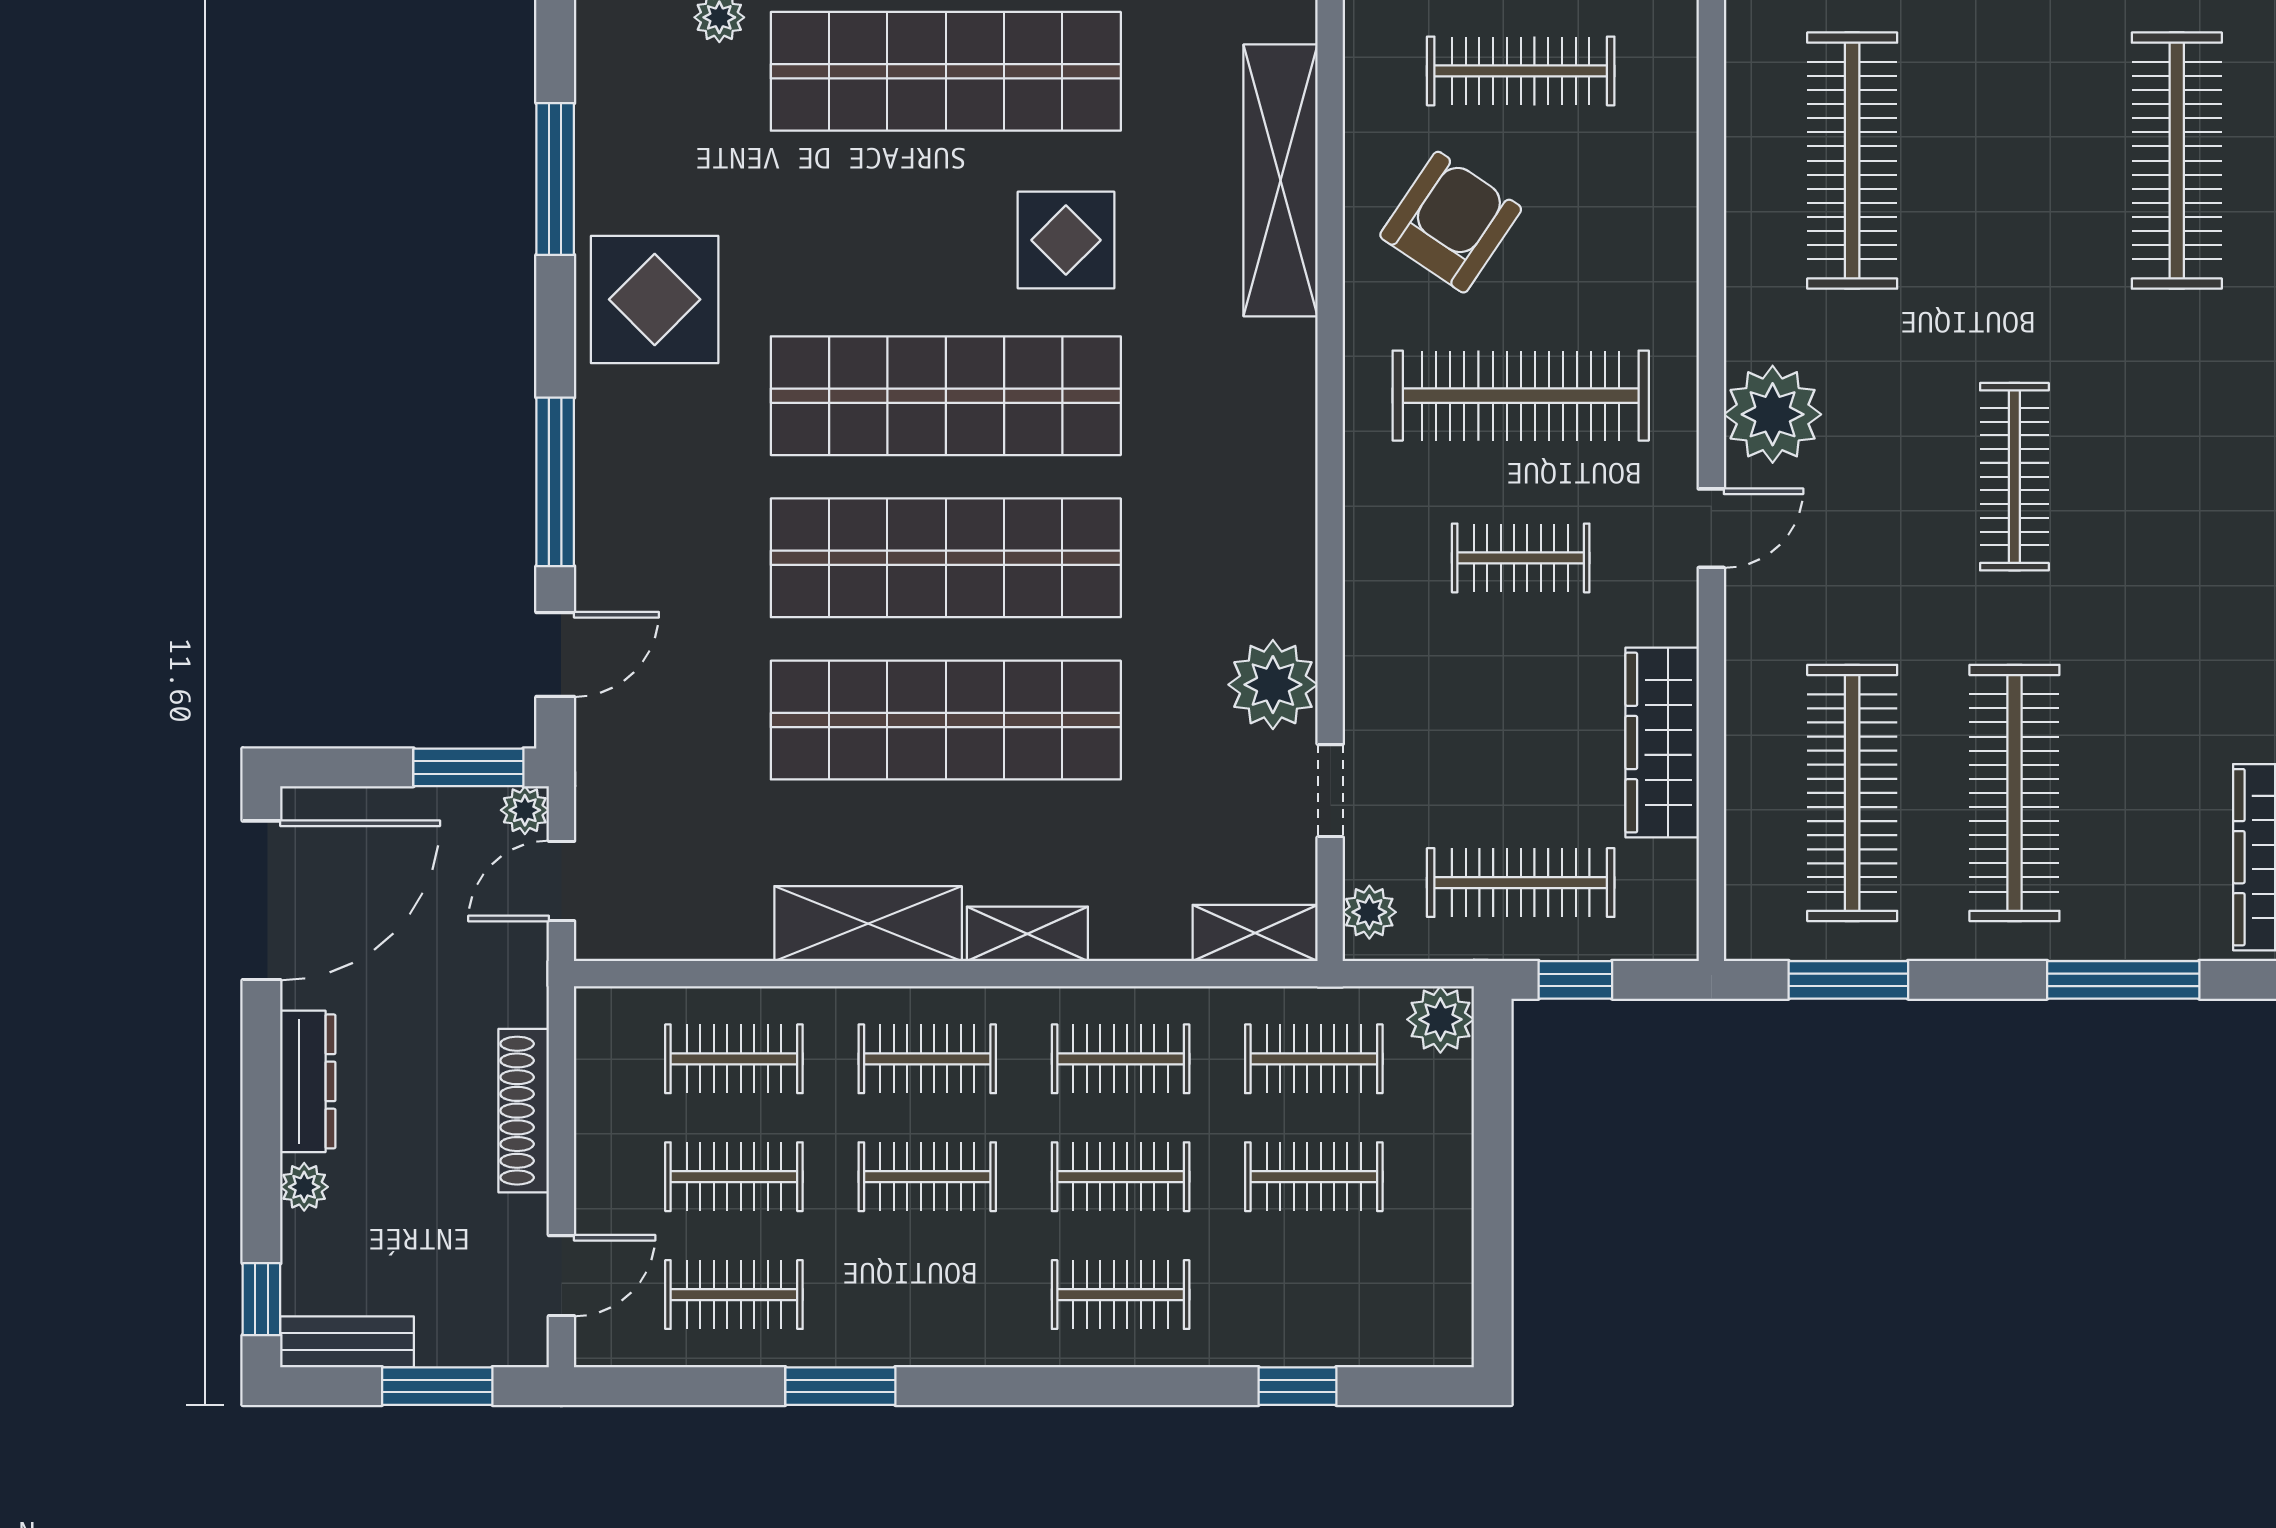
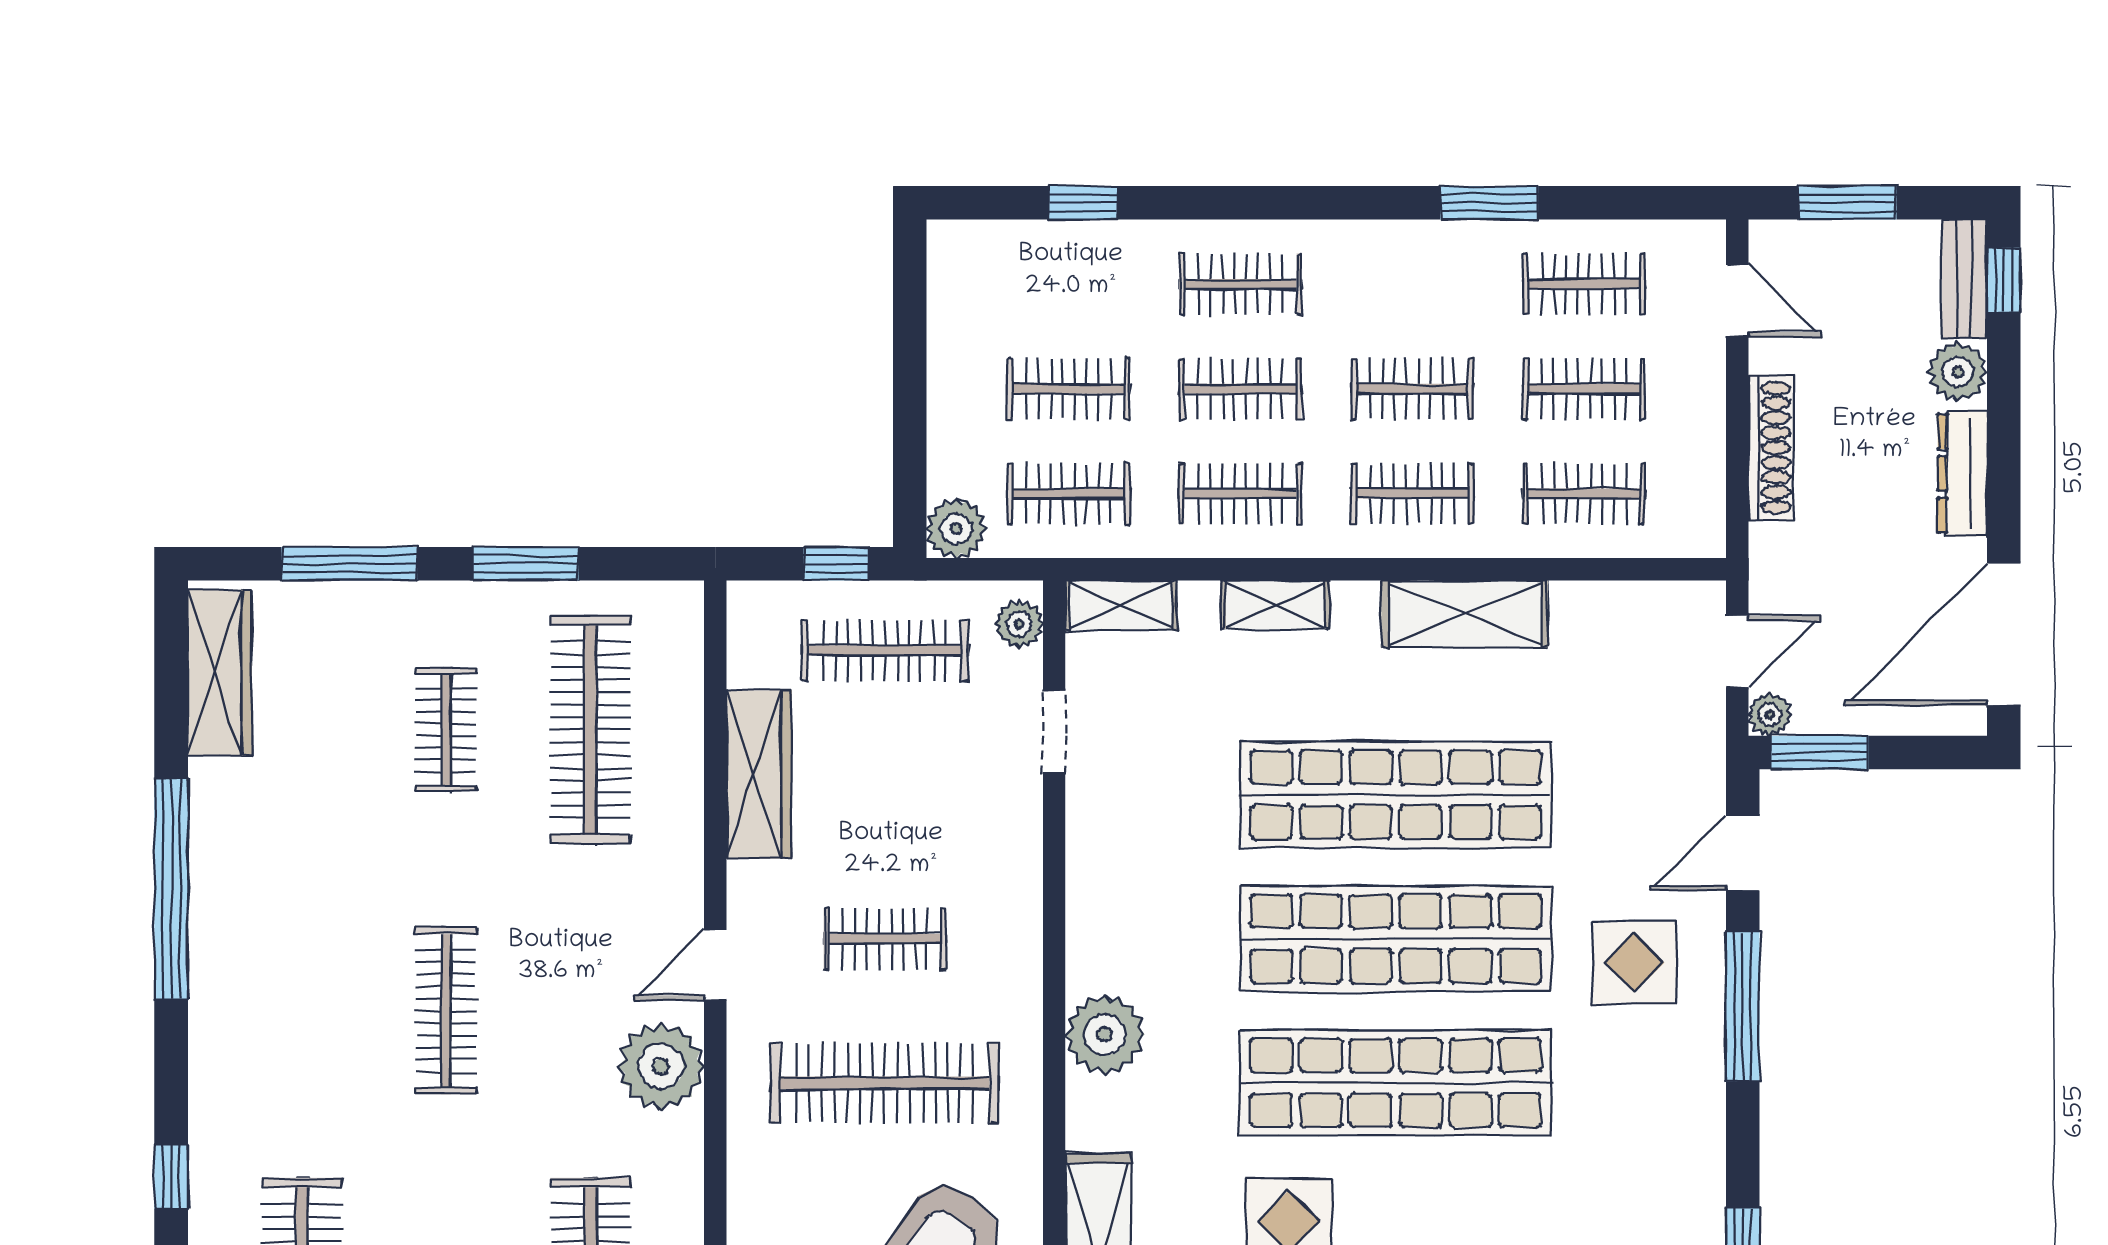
display table: (655, 299) -> (1634, 963), moved, width x0.73, depth x0.73
plant: (1273, 685) -> (1105, 1034), moved
clothes rail: (2014, 793) -> (446, 730), width x0.54, depth x0.76
shelving: (1027, 934) -> (1275, 605), moved
window: (1848, 980) -> (525, 564), moved
plant: (304, 1187) -> (1958, 372), width x1.38, depth x1.38
door: (561, 1276) -> (1737, 301), swing flipped
bench: (347, 1342) -> (1964, 279), moved, turned 90

